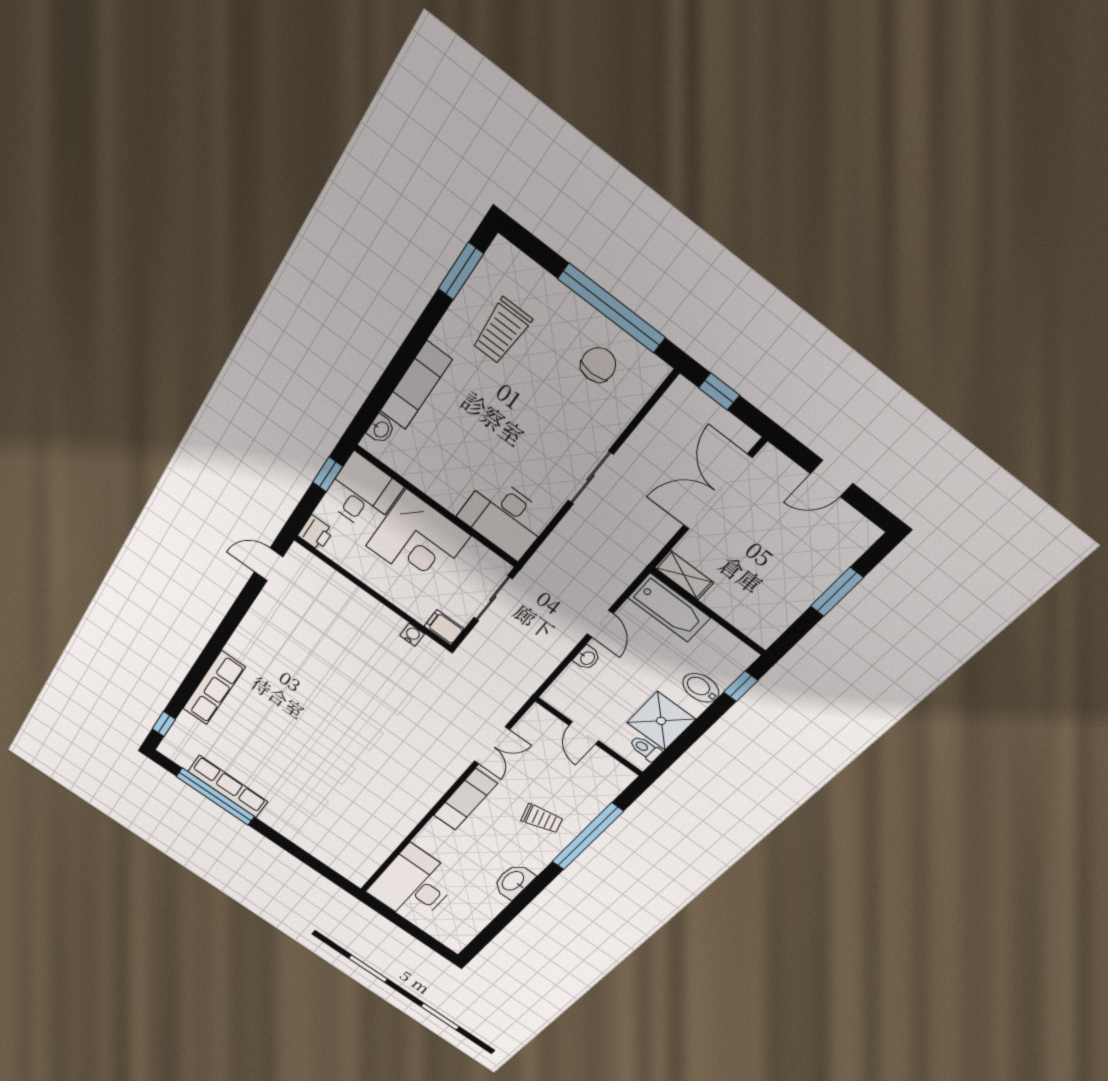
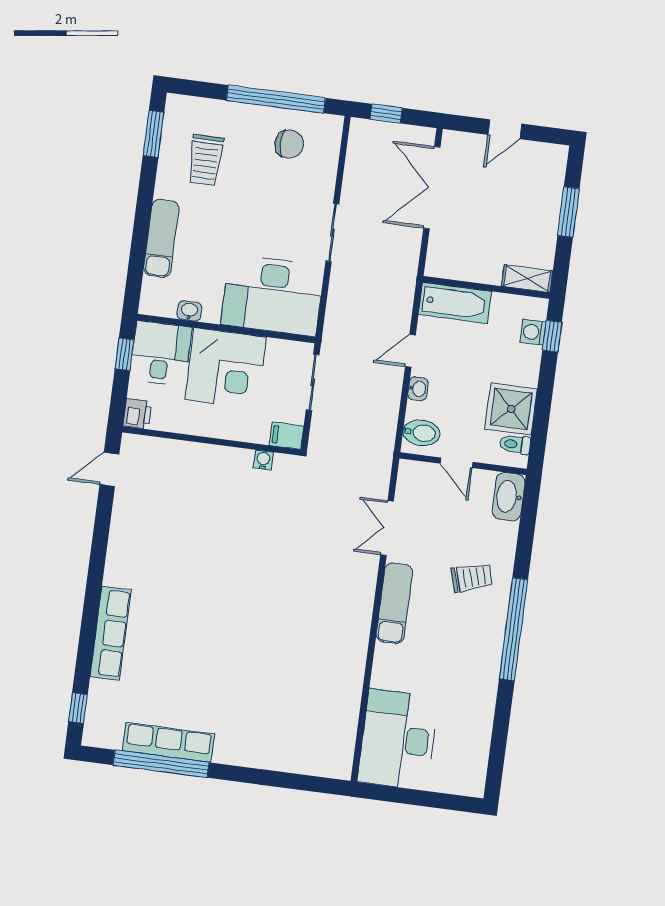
chair: (598, 365) -> (289, 144), turned 90
washbasin: (381, 429) -> (189, 311), moved, turned -90
desk: (504, 517) -> (273, 295), width x1.36, depth x1.30
shelving: (684, 575) -> (527, 279), moved
door: (600, 624) -> (410, 351), swing flipped
washing machine: (725, 673) -> (533, 332), added
bidet: (701, 688) -> (421, 433), moved, turned 180
double door: (492, 745) -> (387, 528), swing flipped
window: (587, 837) -> (514, 629), moved
washbasin: (514, 881) -> (509, 497), moved

